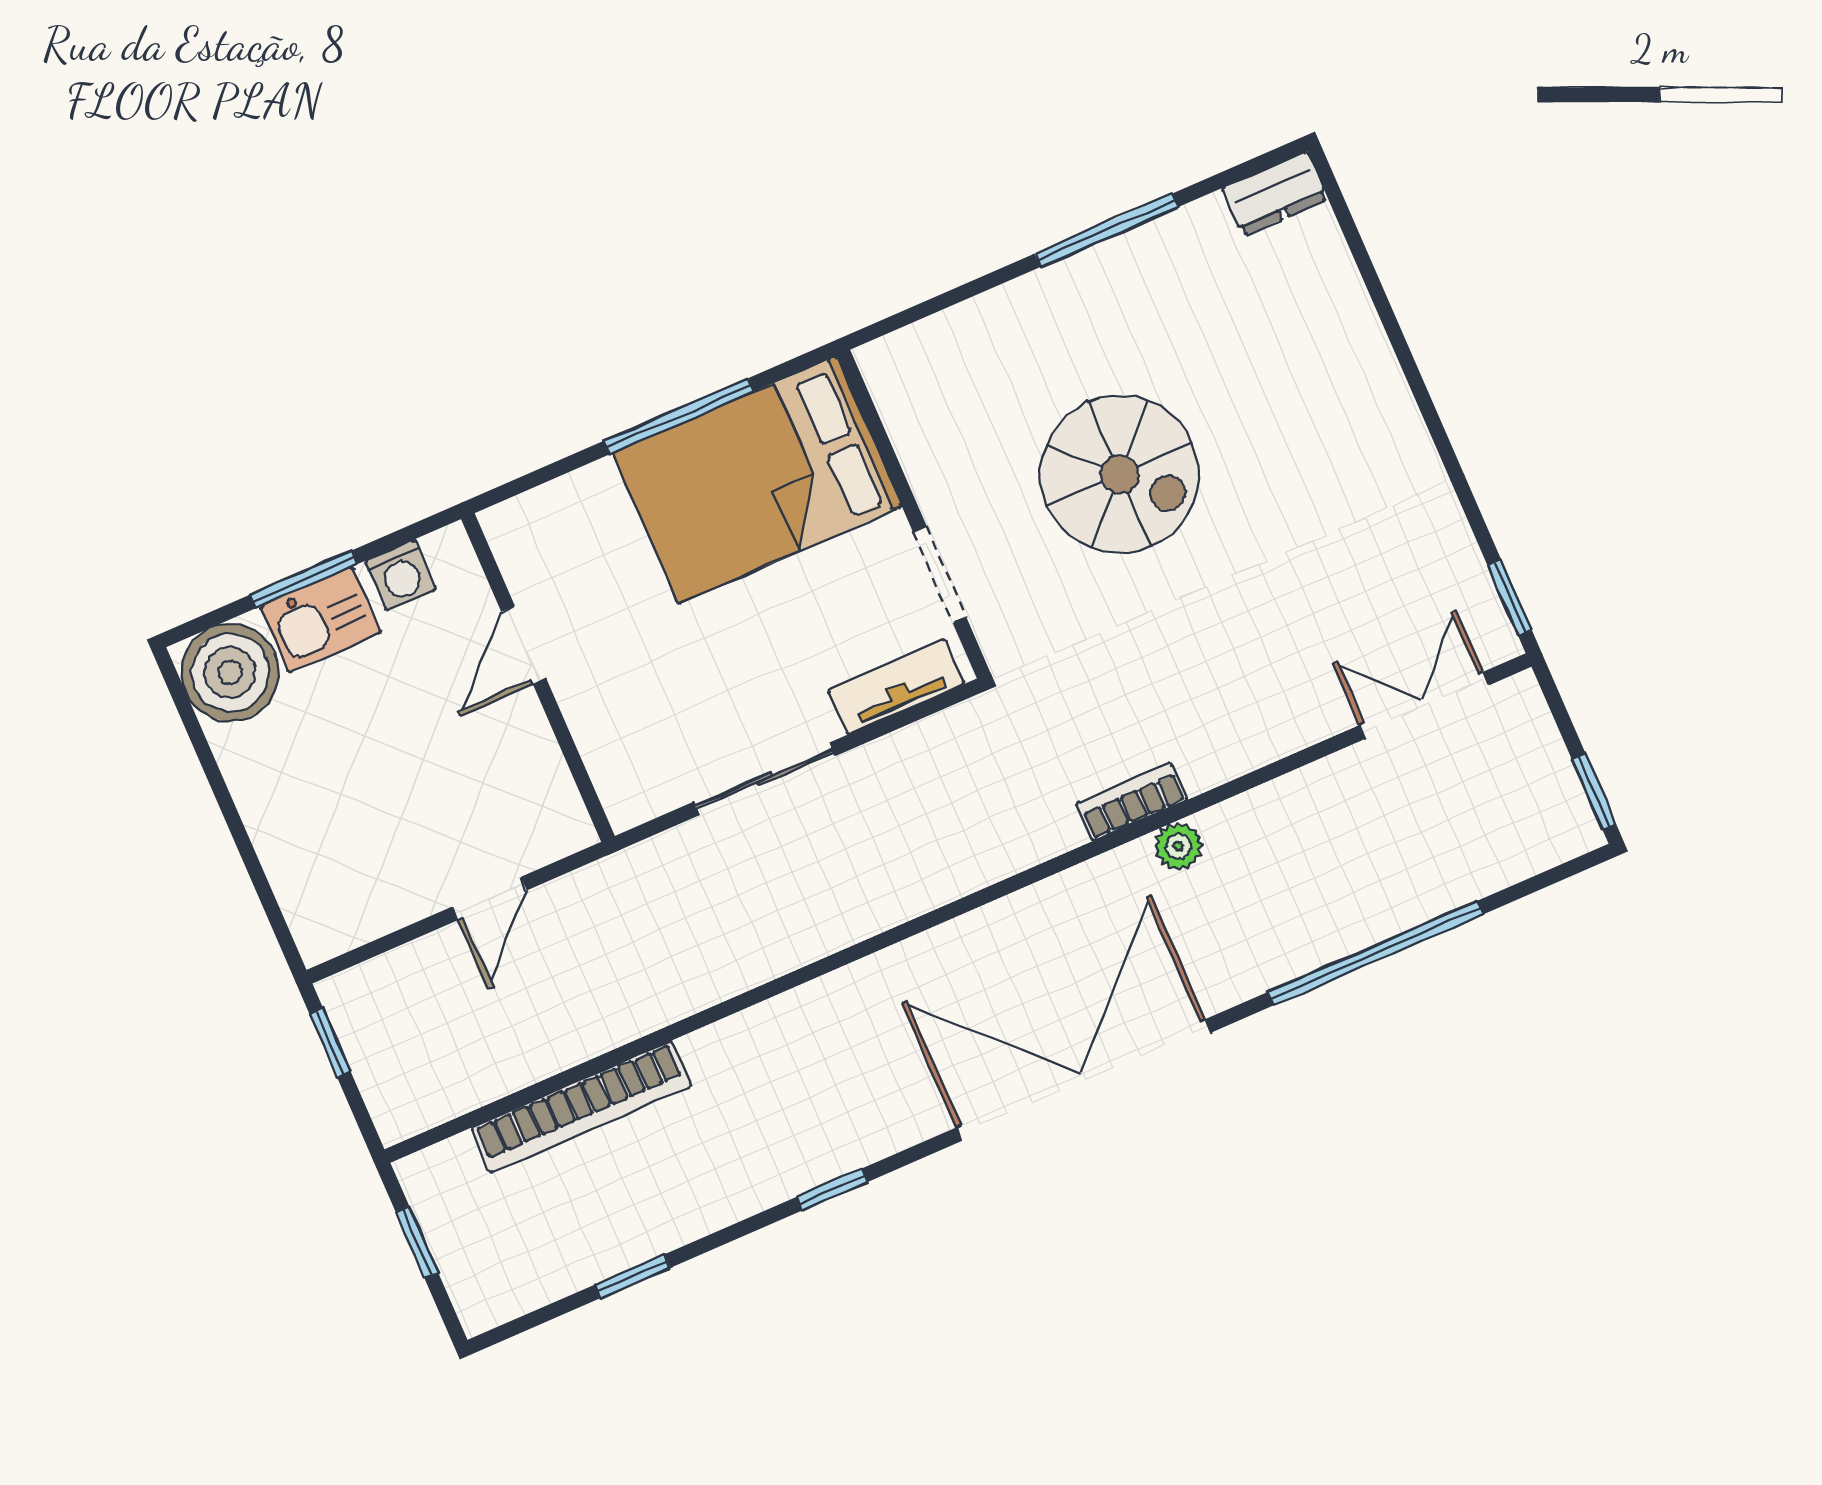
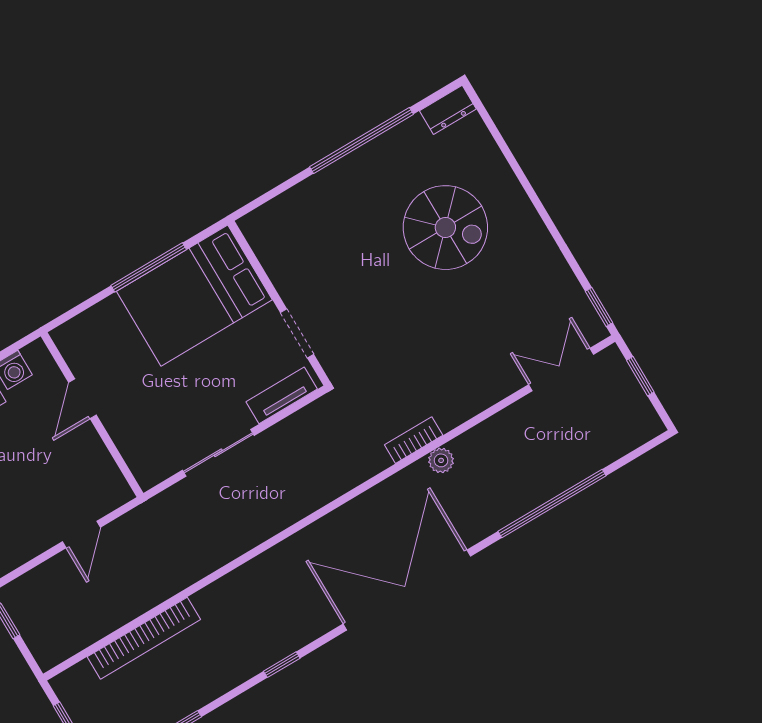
window: (1106, 230) -> (361, 141), width x1.46
spiral stairs: (1120, 474) -> (445, 228), moved
window: (1594, 791) -> (640, 376), moved

